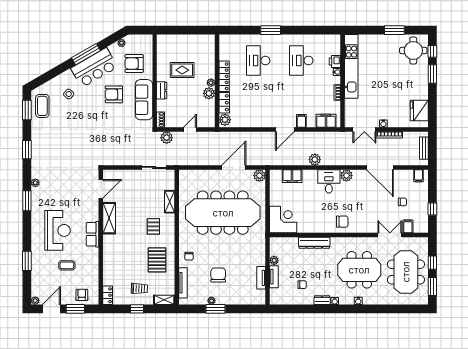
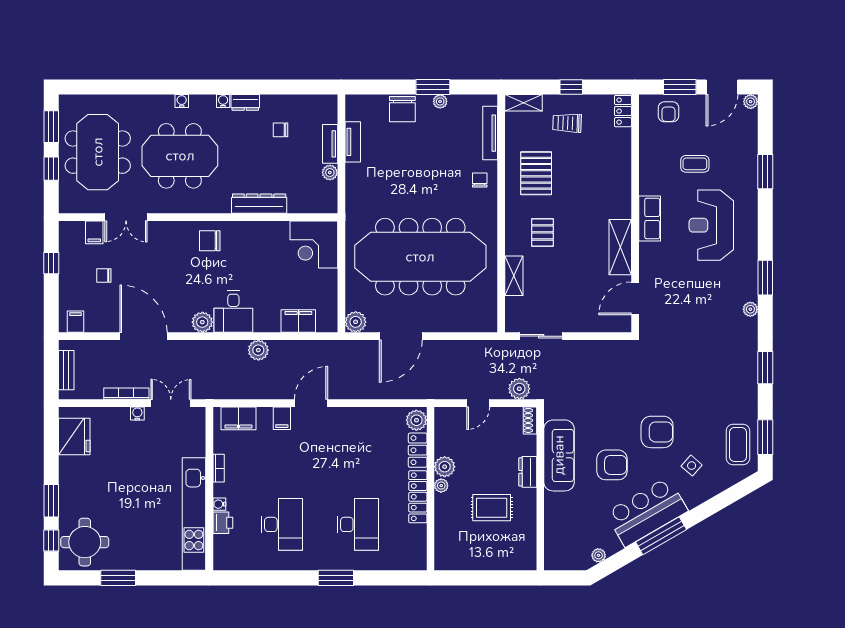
armchair: (134, 63) -> (657, 432), moved
chair: (218, 275) -> (402, 109), moved

